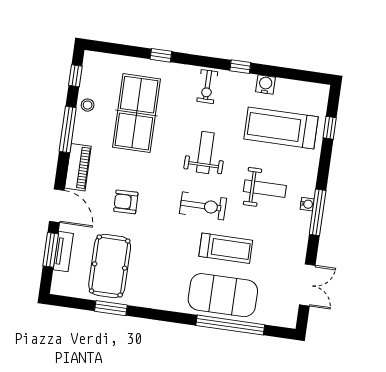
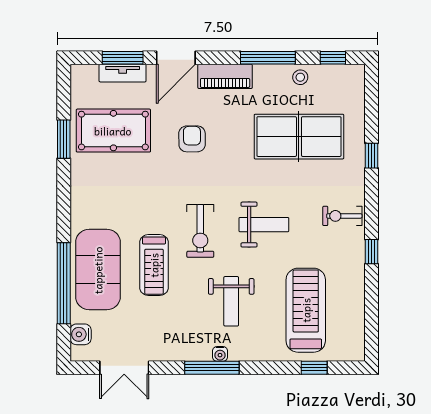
water cooler: (265, 84) -> (81, 334), moved, turned 180

